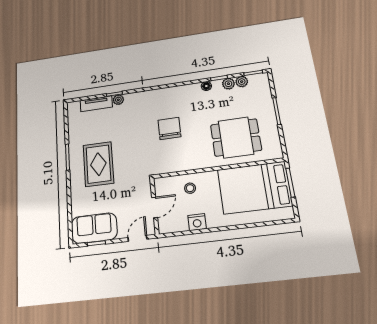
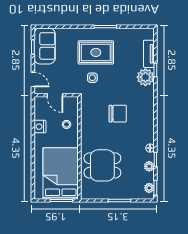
plant: (242, 82) -> (149, 188), moved
plant: (118, 100) -> (145, 77), width x1.88, depth x1.88
dining table: (236, 137) -> (102, 165), turned 90
side table: (129, 164) -> (92, 78), added

